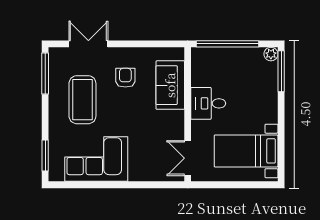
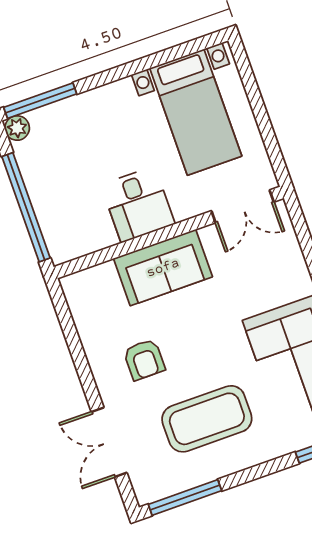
armchair: (125, 78) -> (144, 360), turned -90
sofa: (170, 85) -> (163, 268), moved

